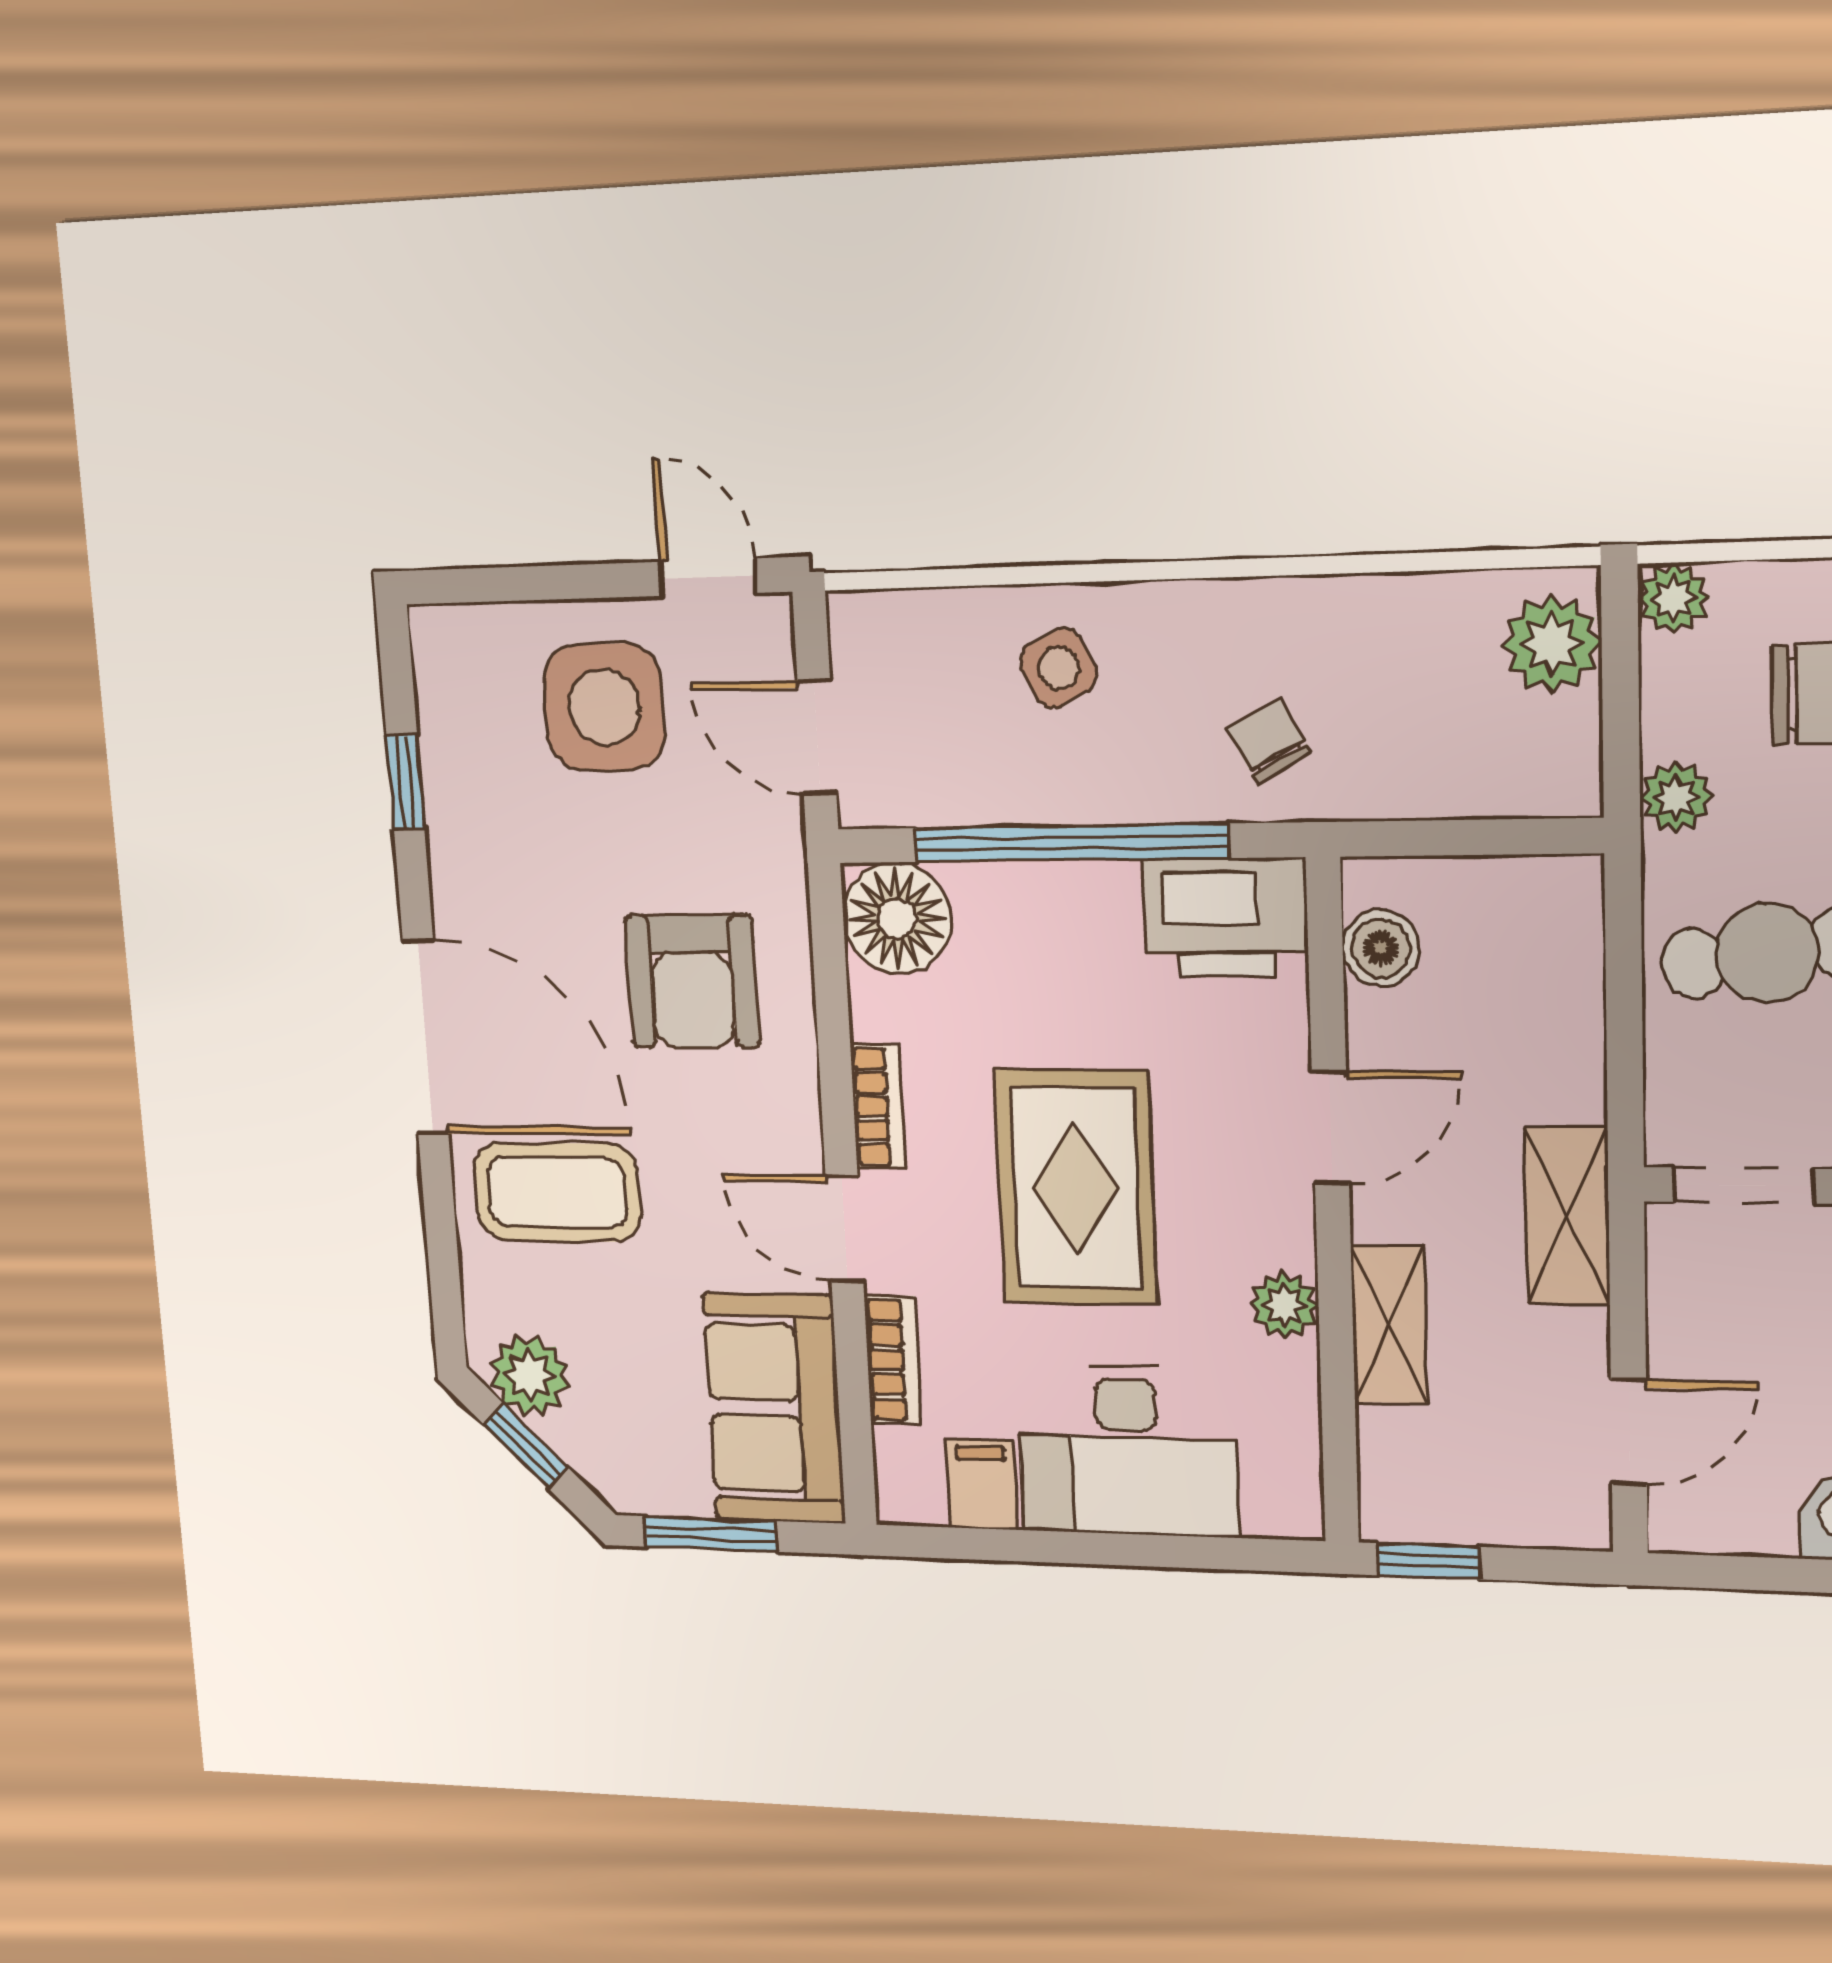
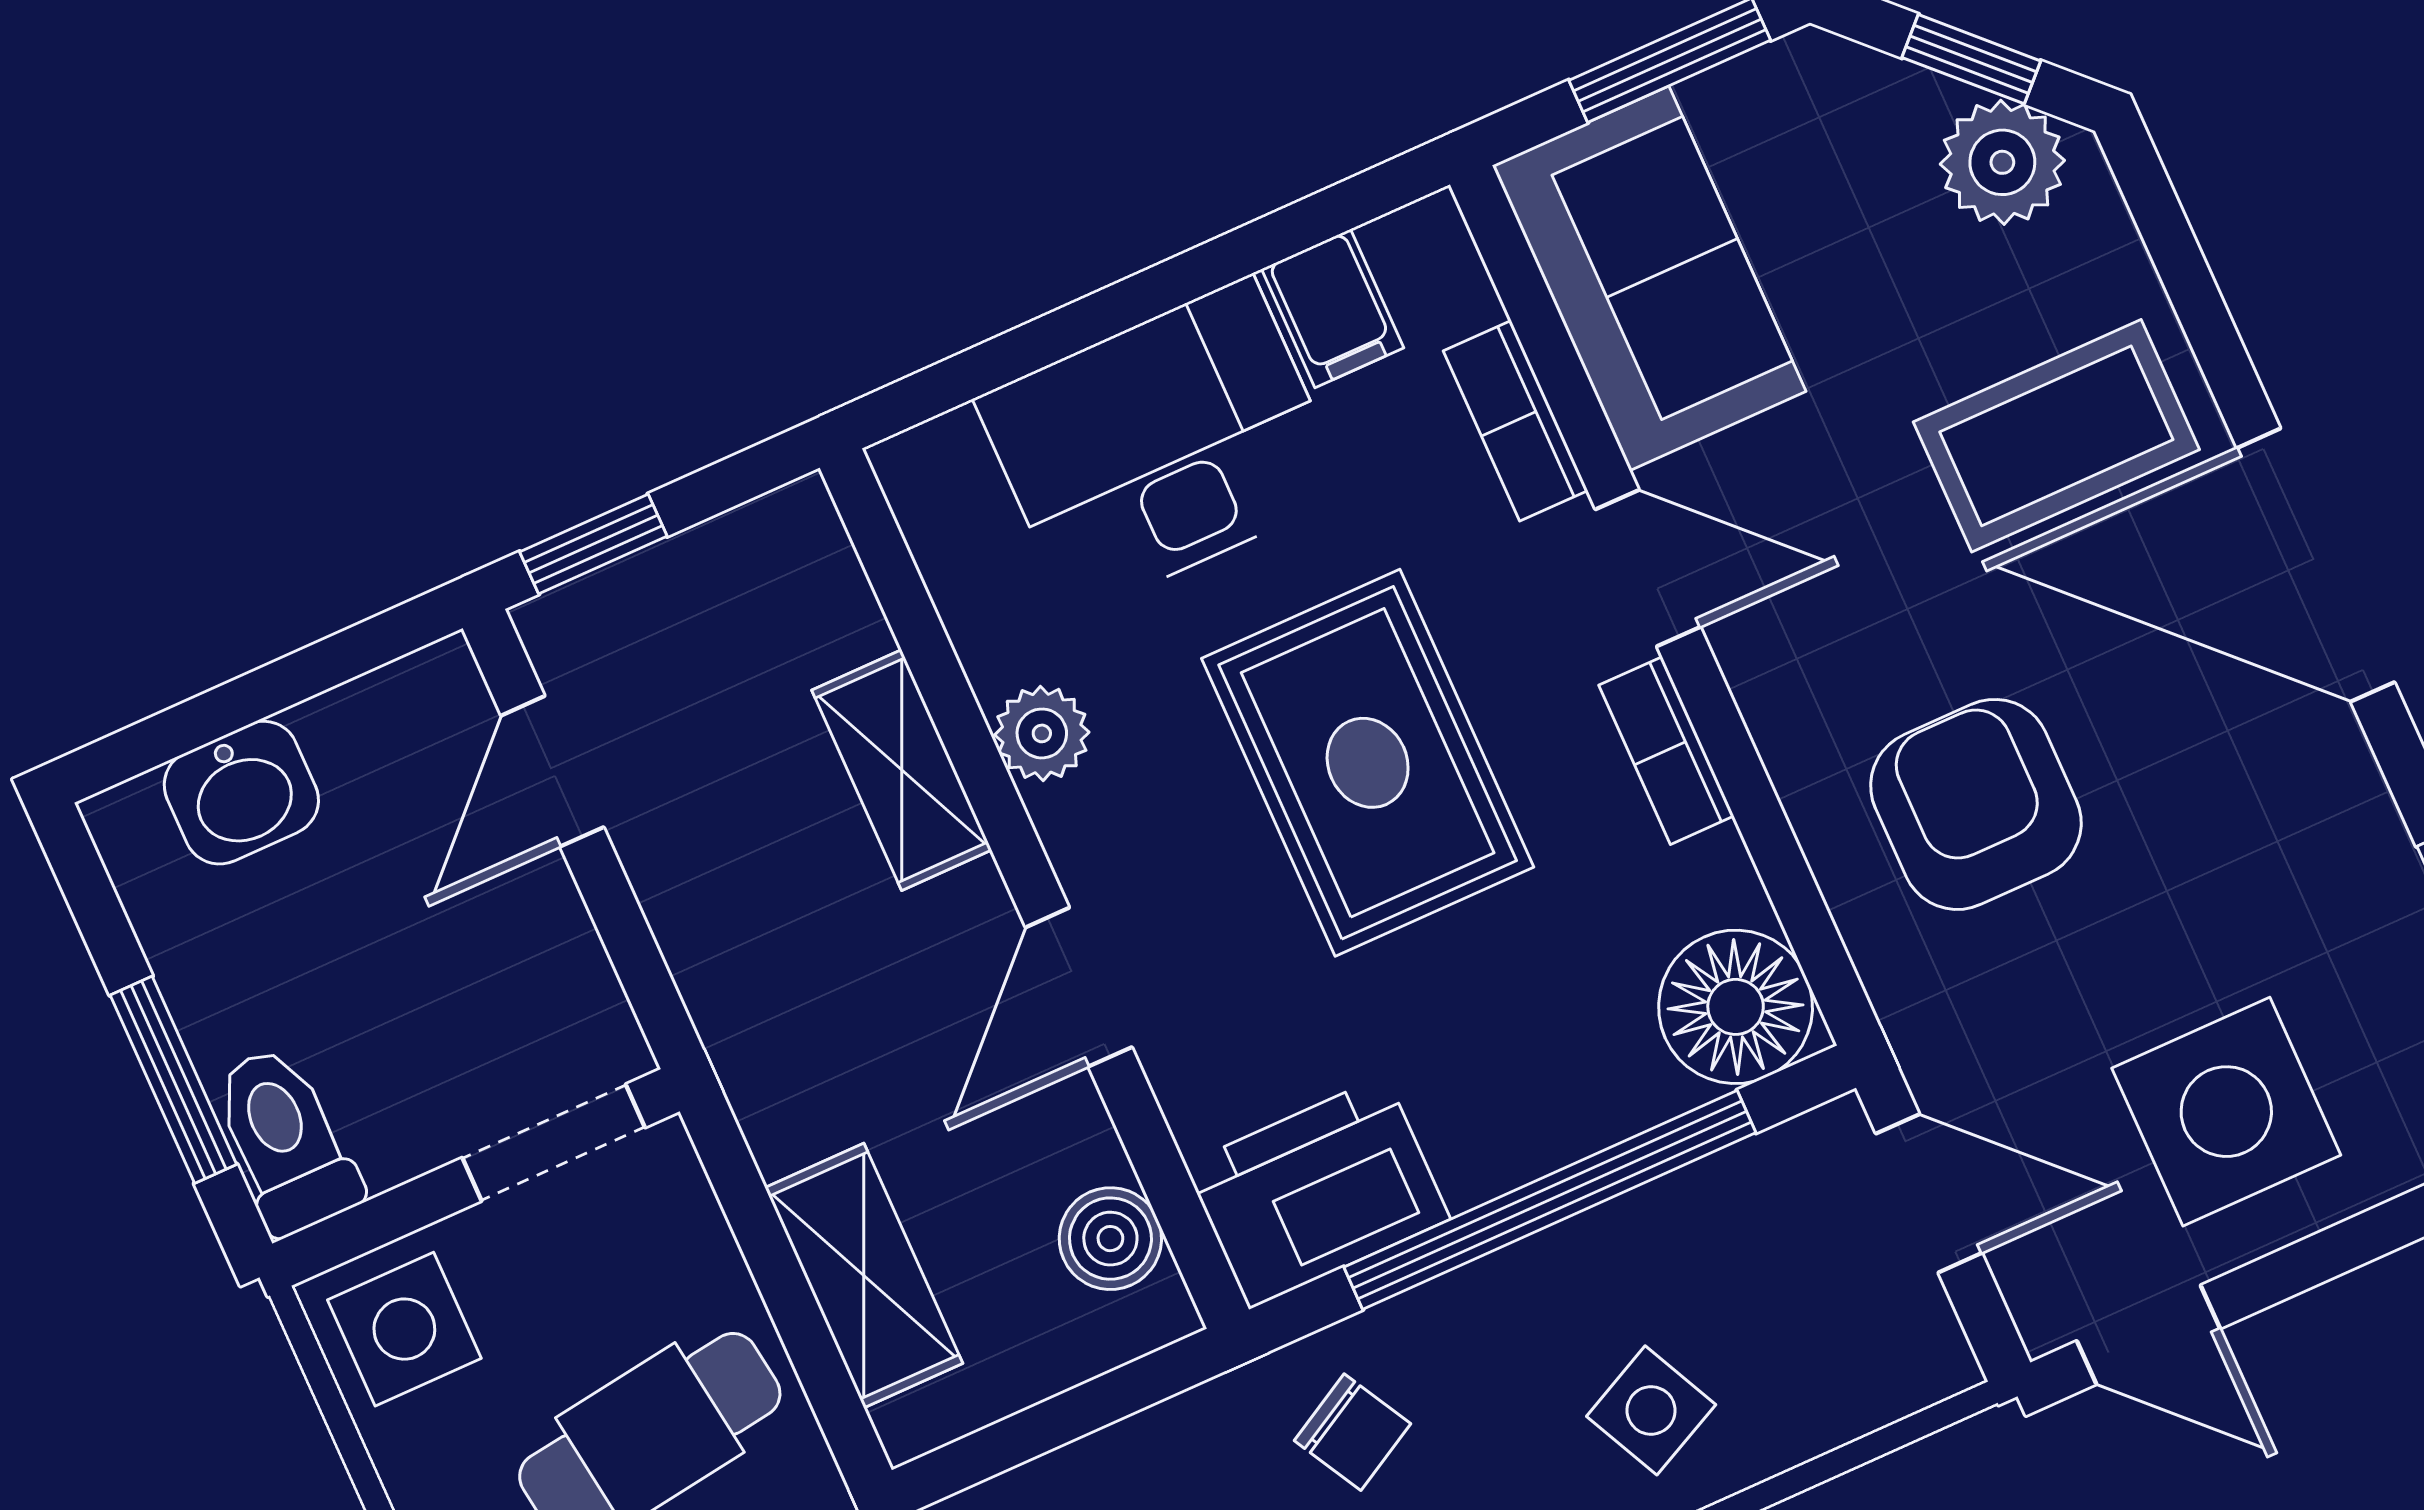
shelving: (1568, 1216) -> (864, 1276), moved
window: (1429, 1561) -> (593, 544), moved

